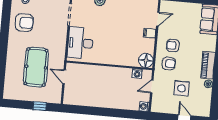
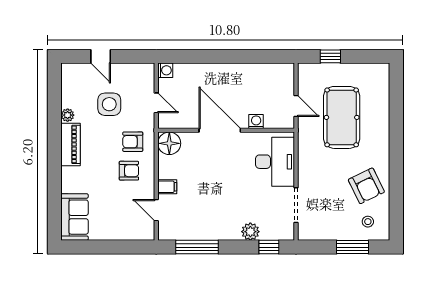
door: (158, 19) -> (156, 210), hinge flipped
armchair: (24, 23) -> (366, 186), turned -116
door: (113, 66) -> (220, 130), added
washing machine: (137, 73) -> (256, 122), moved
door: (152, 87) -> (156, 103), hinge flipped

